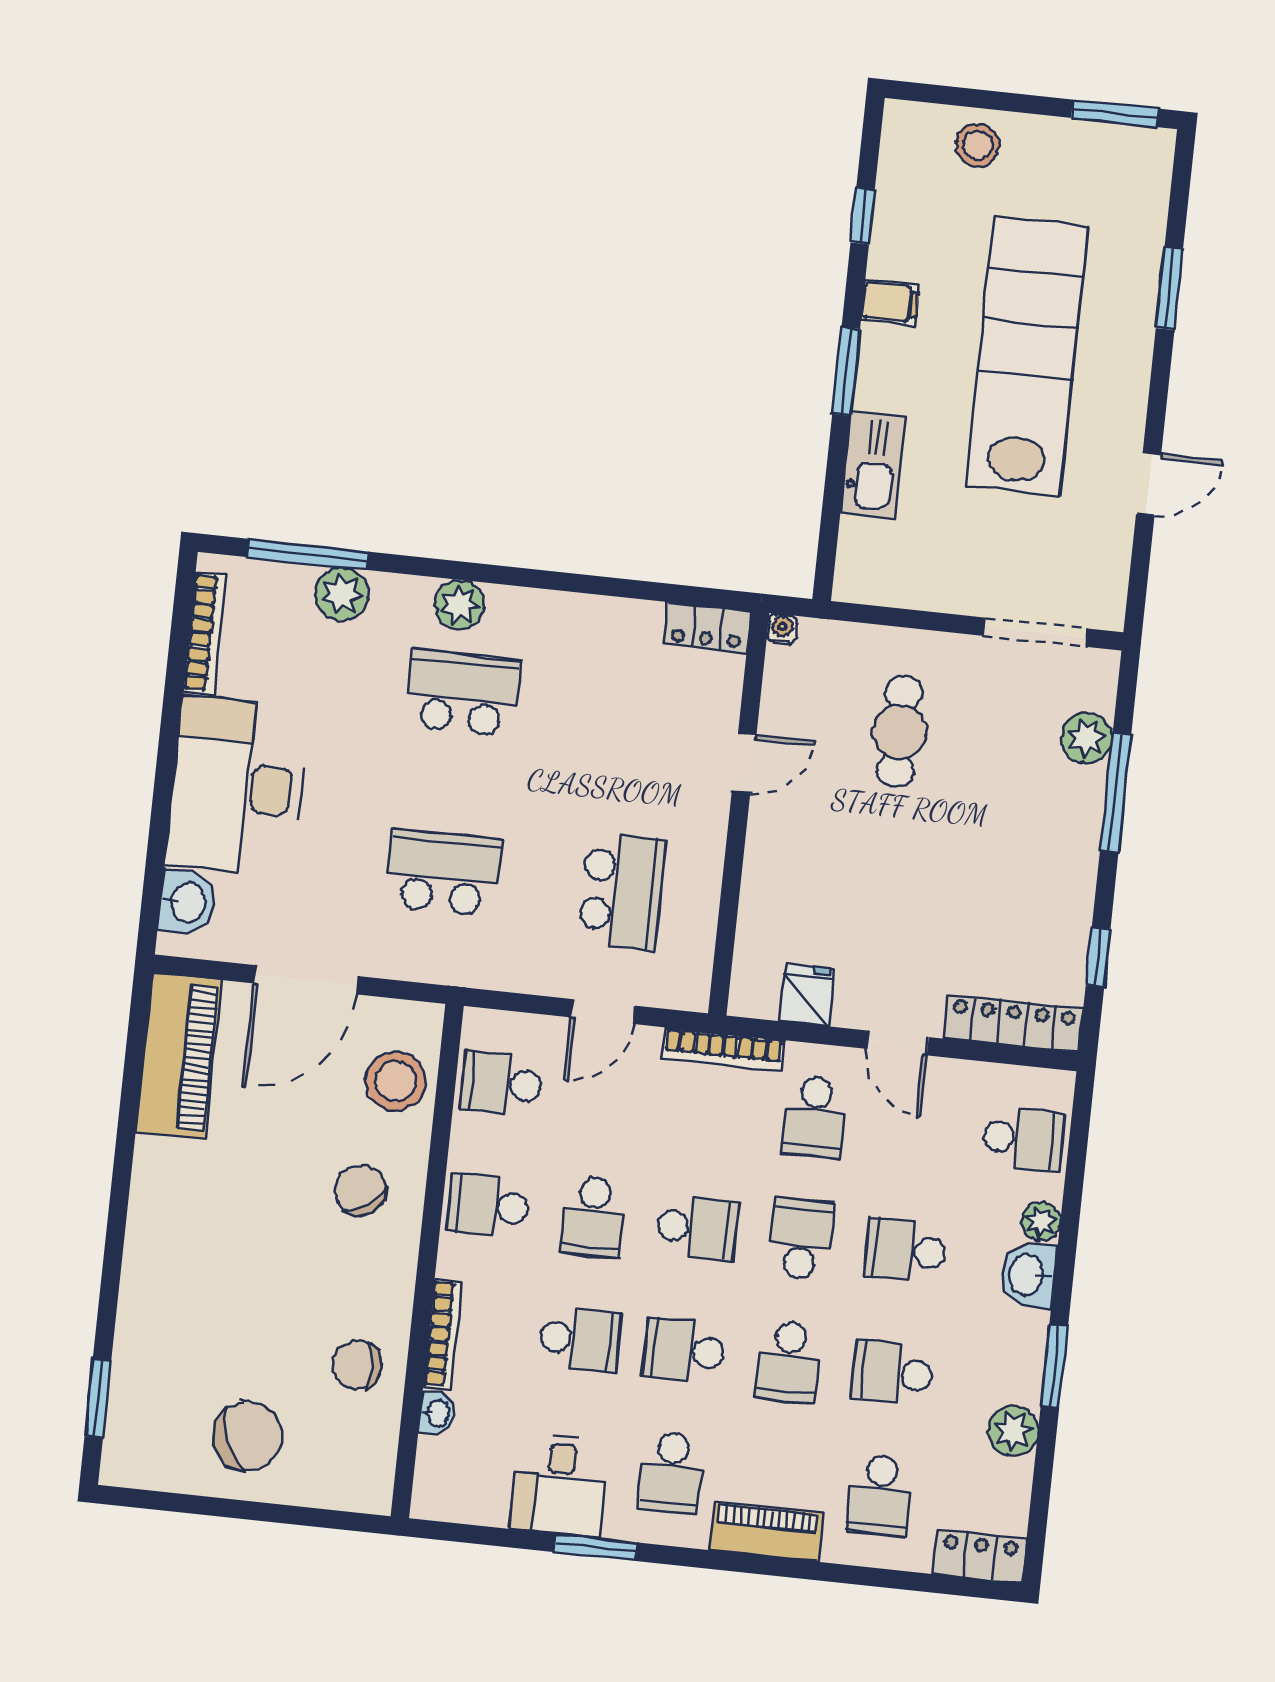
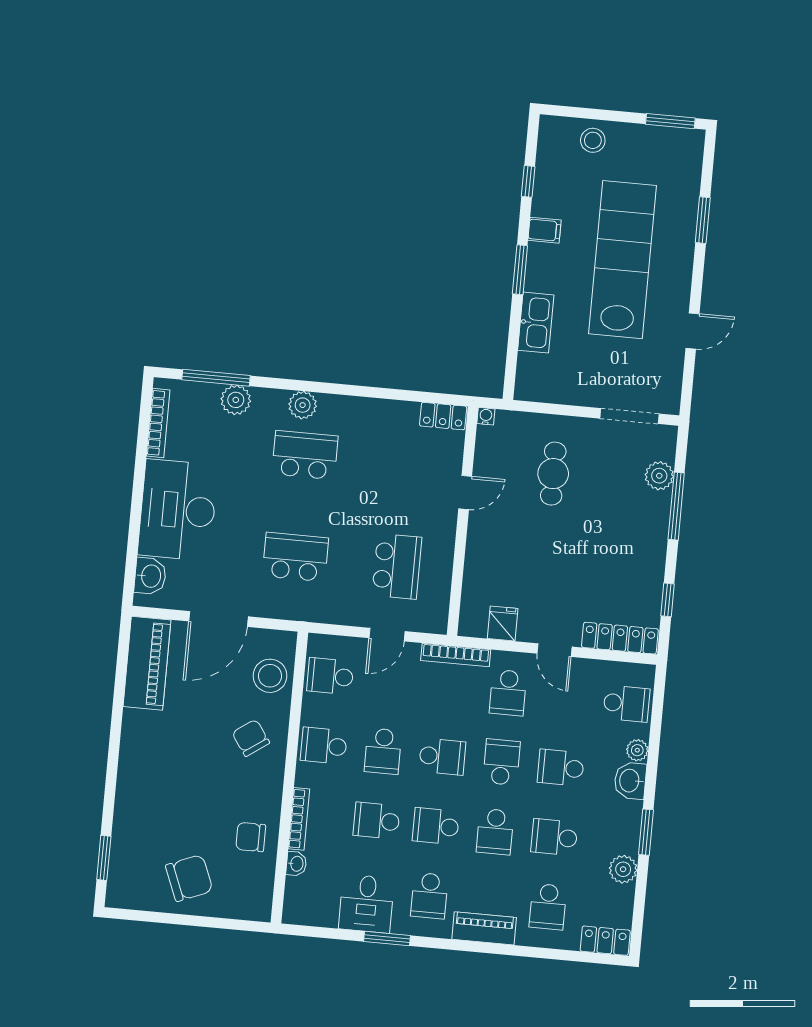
school desk: (580, 1339) -> (377, 821), turned 180

